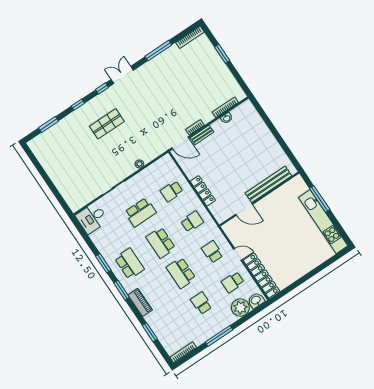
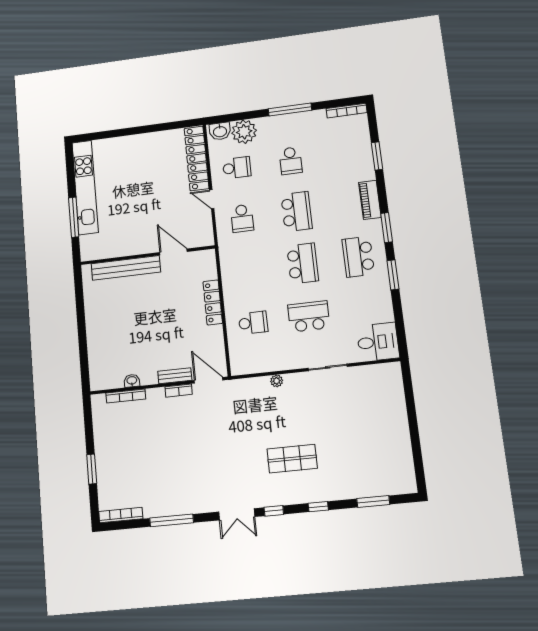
school desk: (192, 222) -> (248, 270), removed

